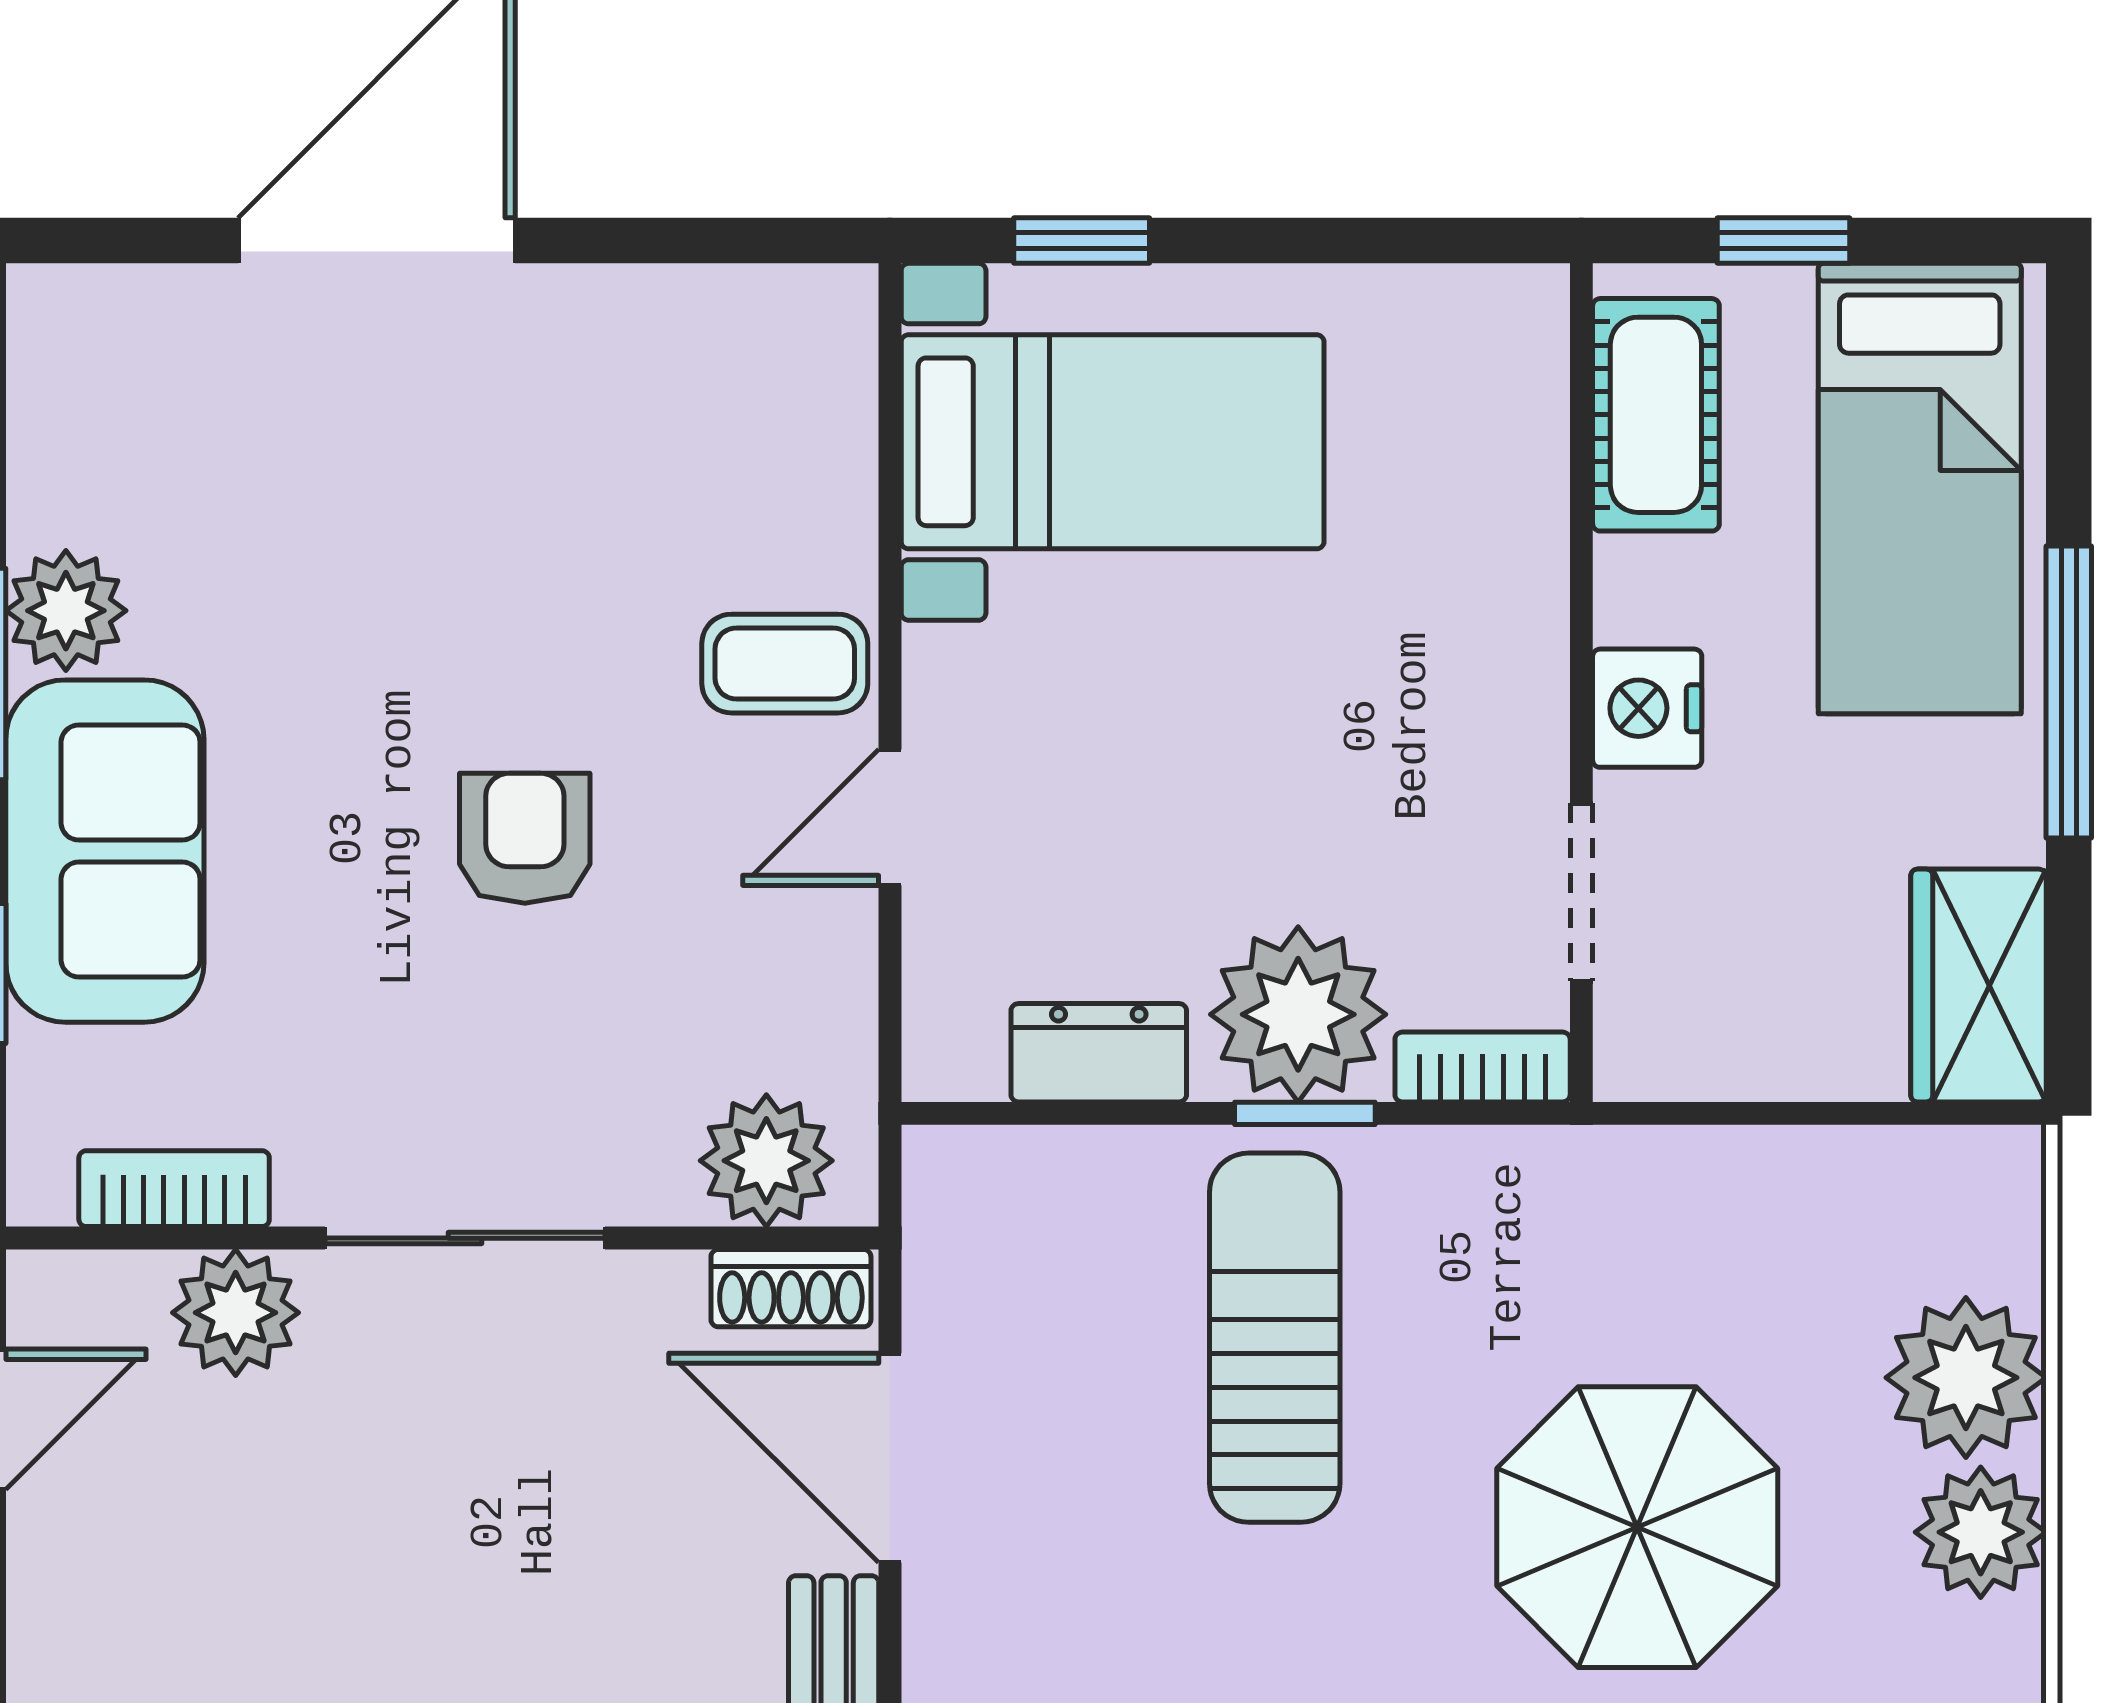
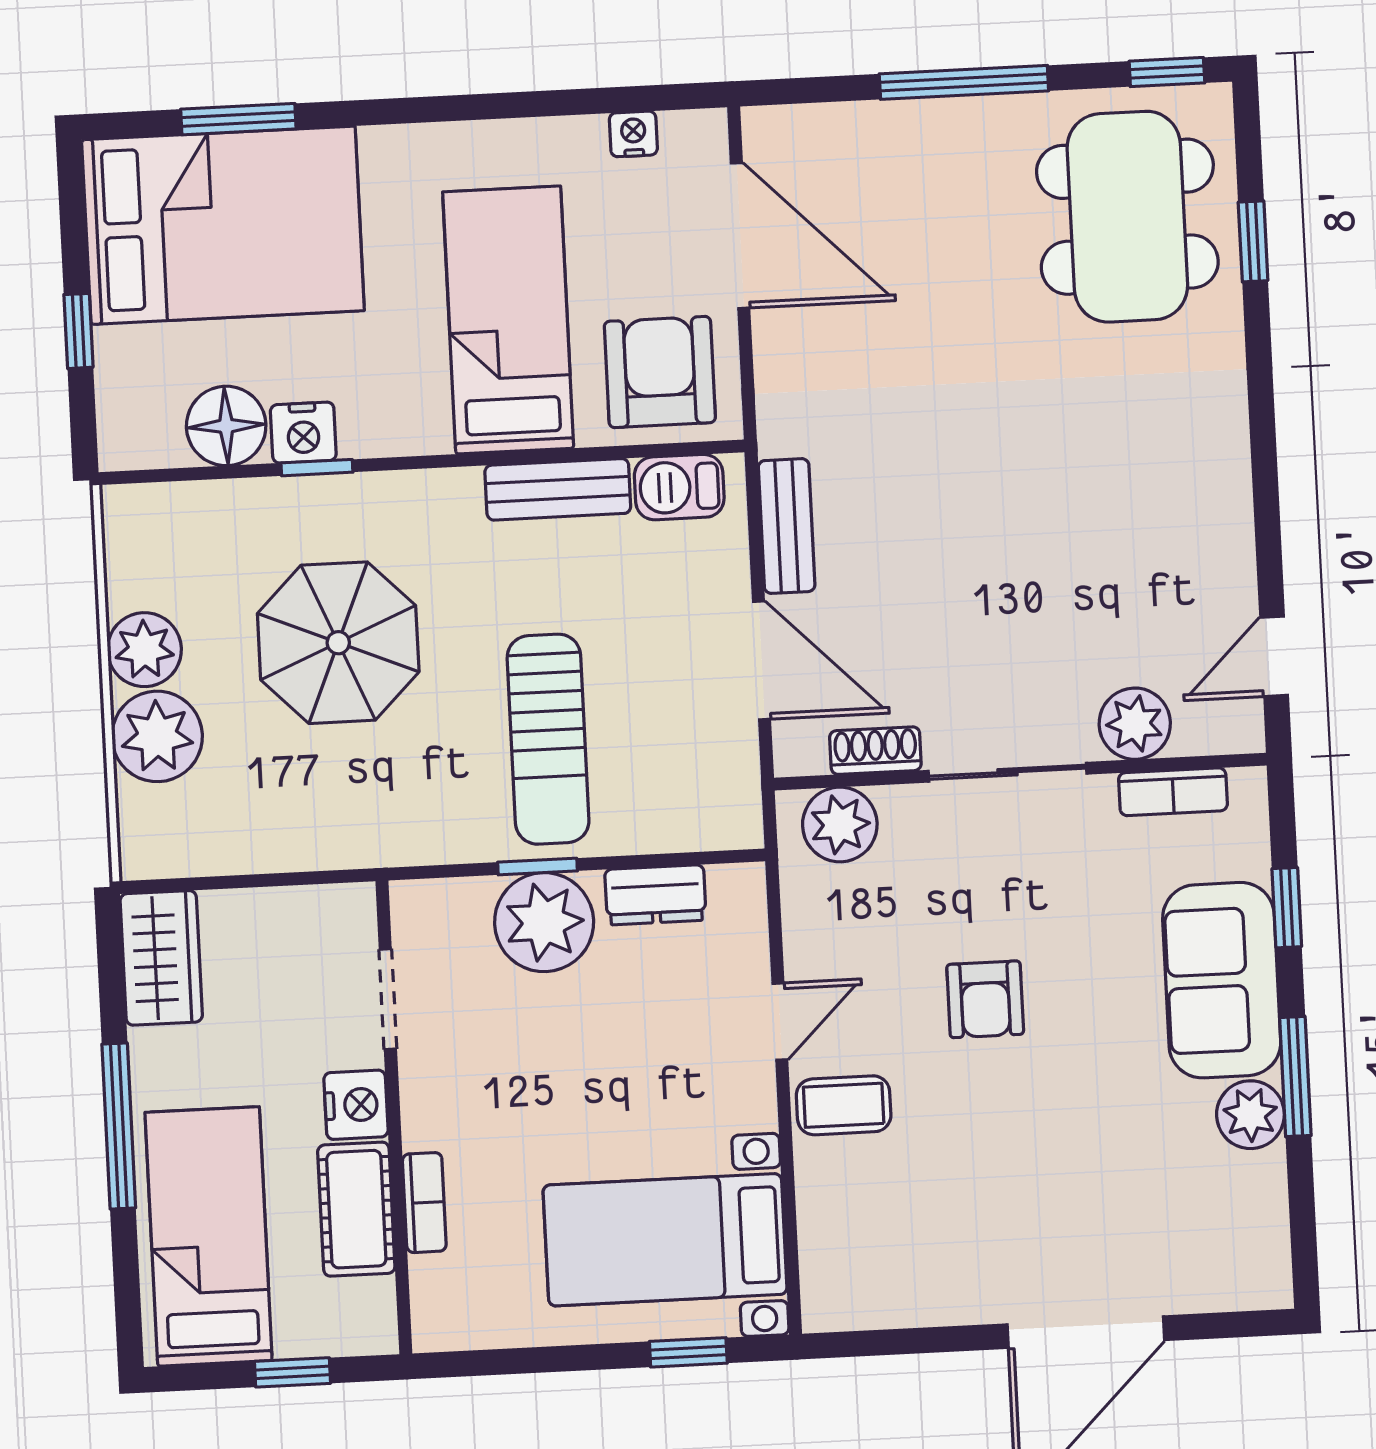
cot: (1656, 415) -> (356, 1209), moved
bookcase: (1483, 1067) -> (424, 1203), moved, turned -90
shoe rack: (791, 1288) -> (875, 751), moved

